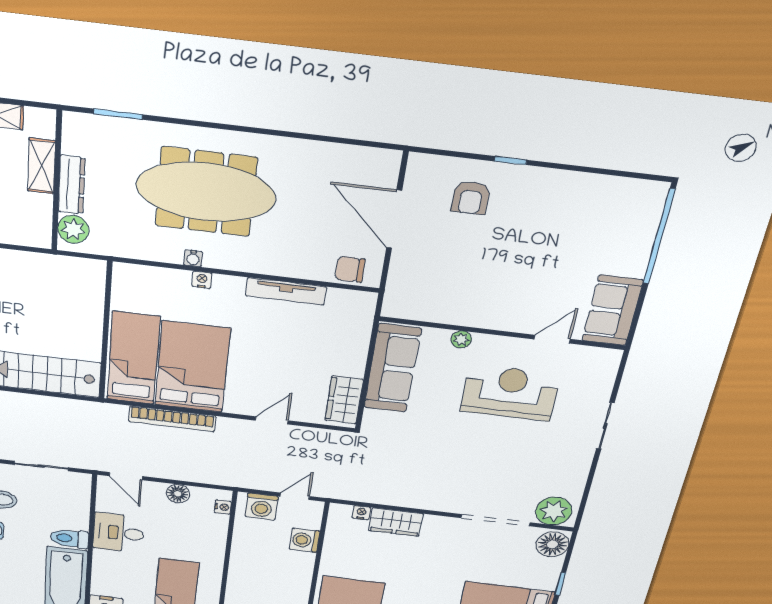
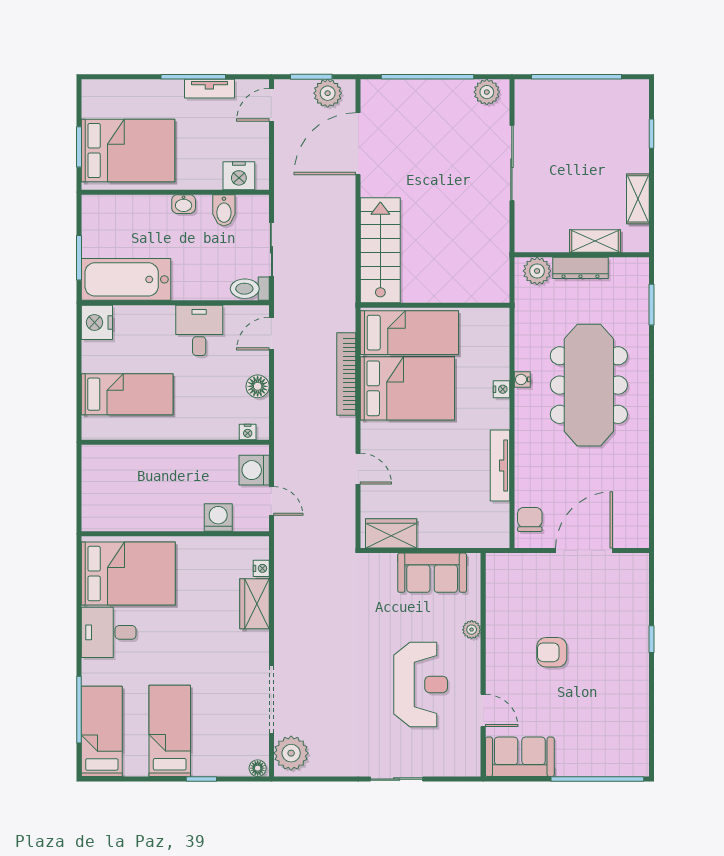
armchair: (471, 198) -> (552, 652), moved
sofa: (392, 368) -> (432, 573), width x0.73
toilet: (69, 538) -> (250, 289), moved, turned -90
floor lamp: (553, 544) -> (258, 768), width x0.53, depth x0.53

